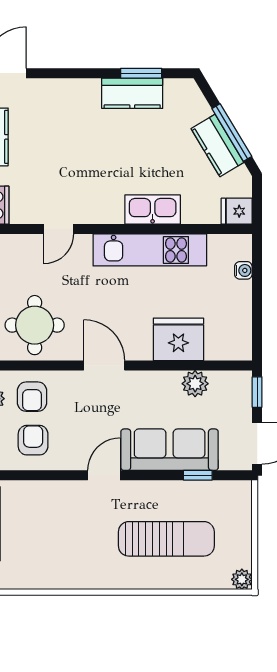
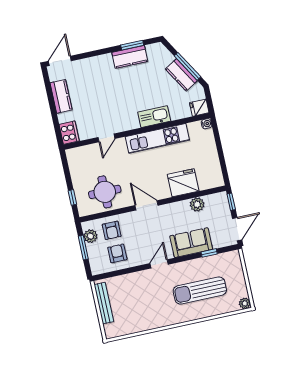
water cooler: (243, 270) -> (206, 124), moved
sofa: (170, 450) -> (191, 243), width x0.73
sun lounger: (166, 539) -> (200, 291), turned 180

